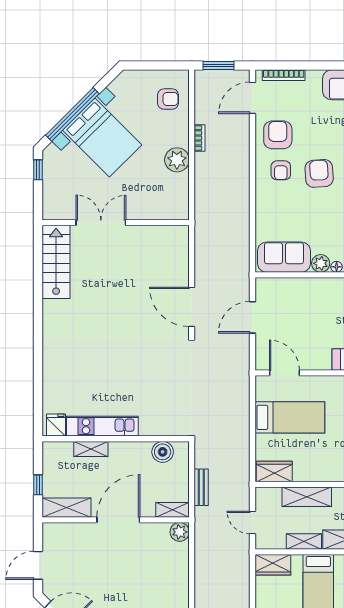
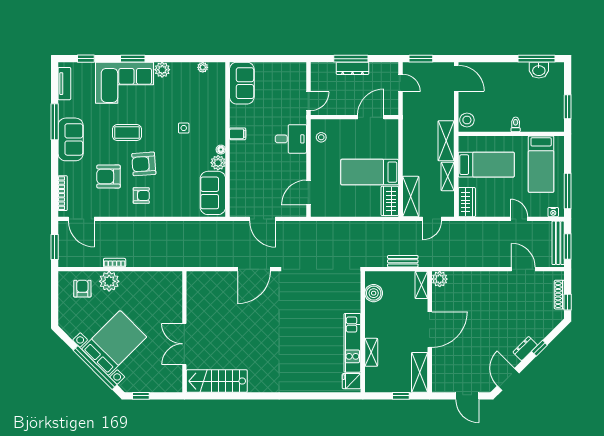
armchair: (278, 135) -> (108, 176), moved
plant: (177, 160) -> (109, 281), moved
bed: (290, 417) -> (370, 172), moved, turned -90
shelving: (307, 497) -> (411, 196), moved
door: (118, 520) -> (430, 330), swing flipped

